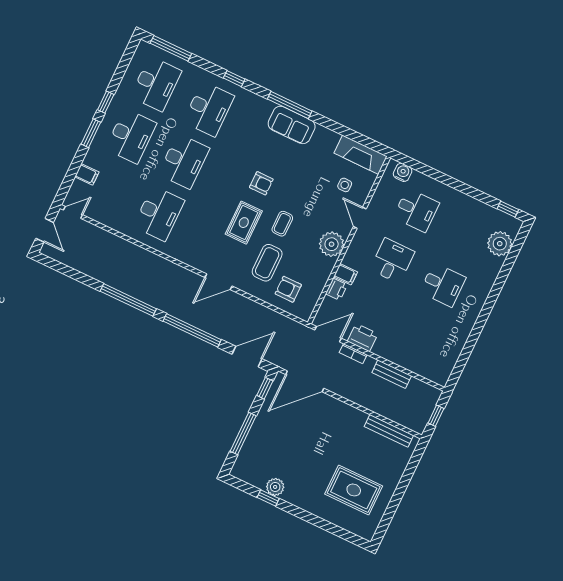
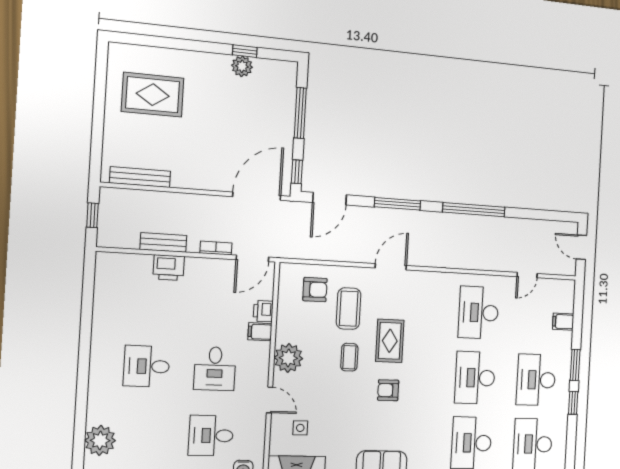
door: (73, 212) -> (527, 275), moved
window: (192, 330) -> (397, 204), width x0.68
printer: (363, 338) -> (169, 268), moved

